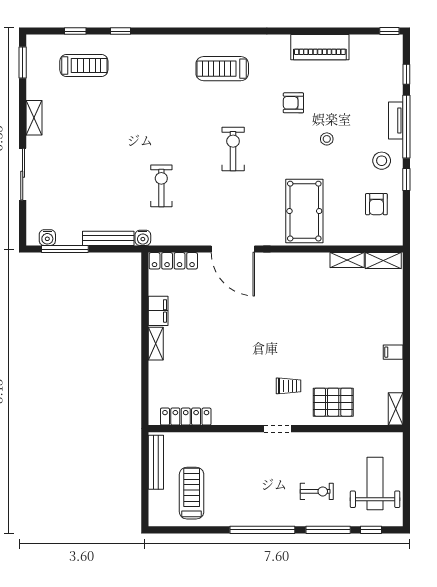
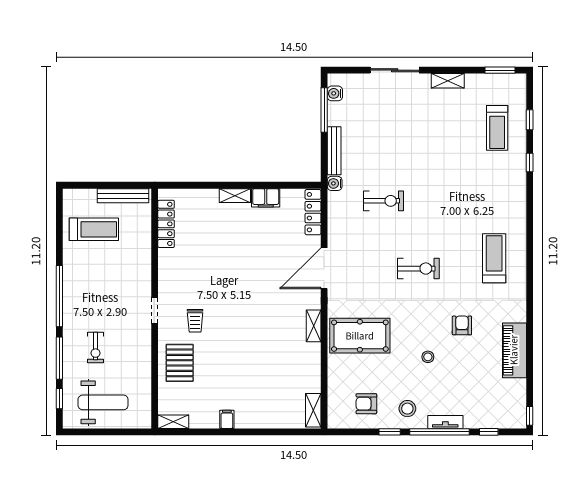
shelving: (347, 260) -> (314, 326), moved

